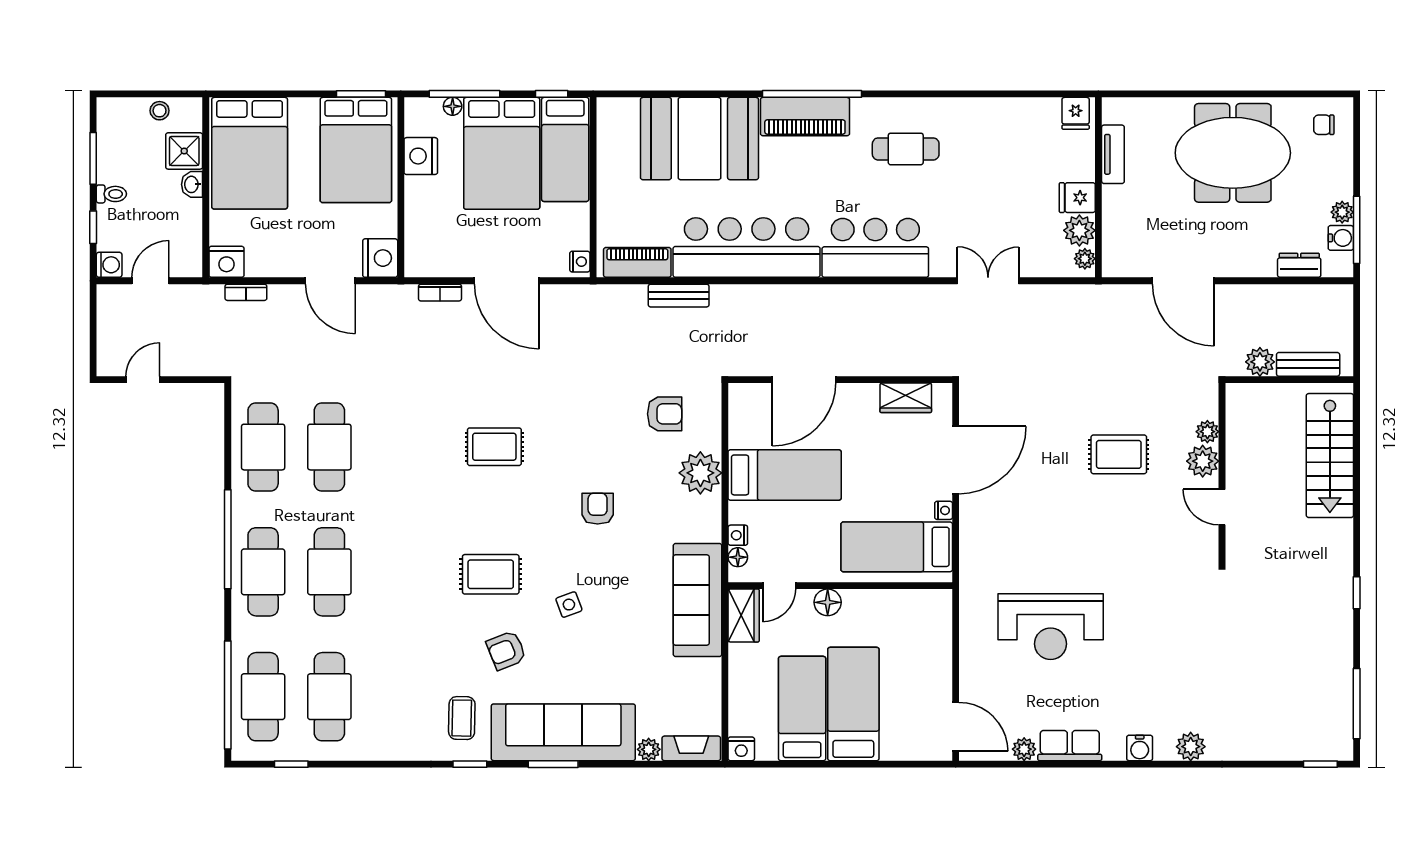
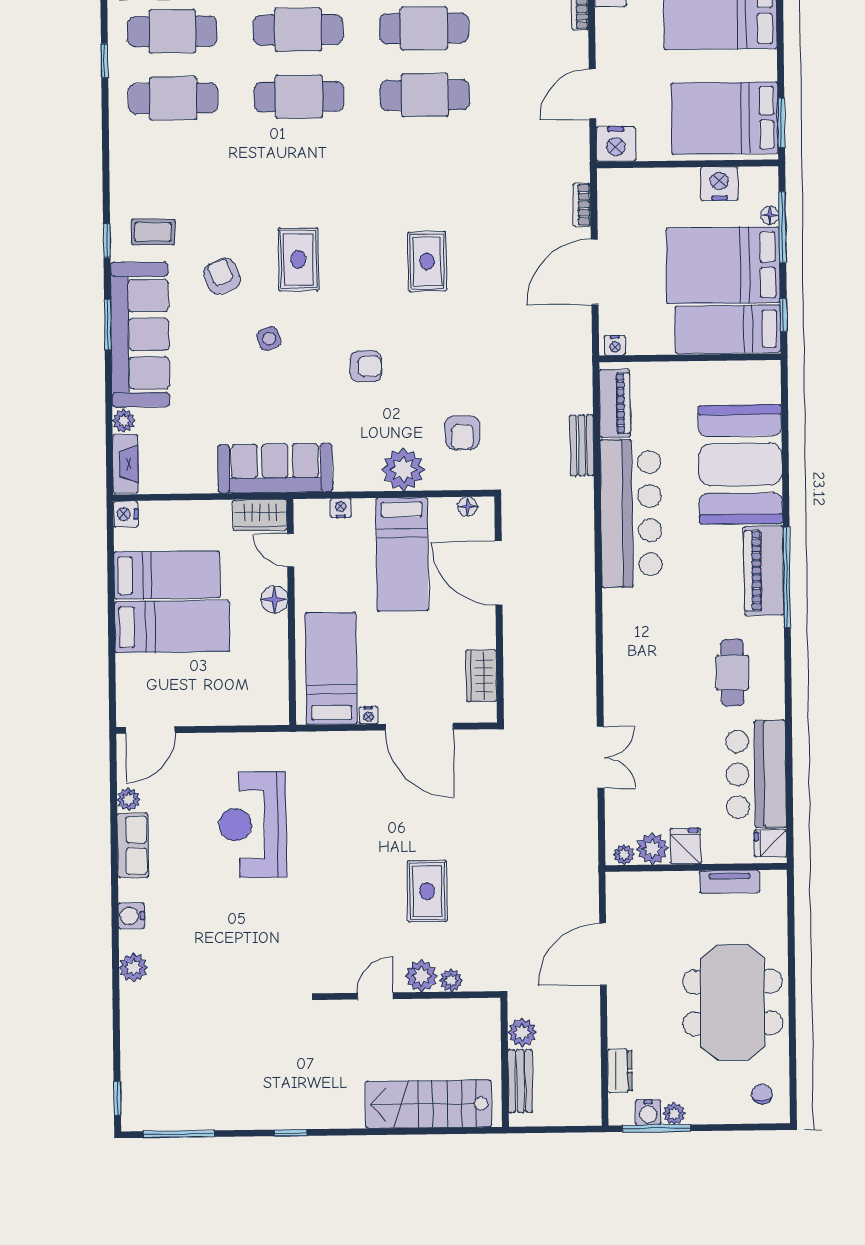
bar counter: (875, 248) -> (756, 774), moved, turned 180
floor lamp: (738, 557) -> (467, 506), moved

